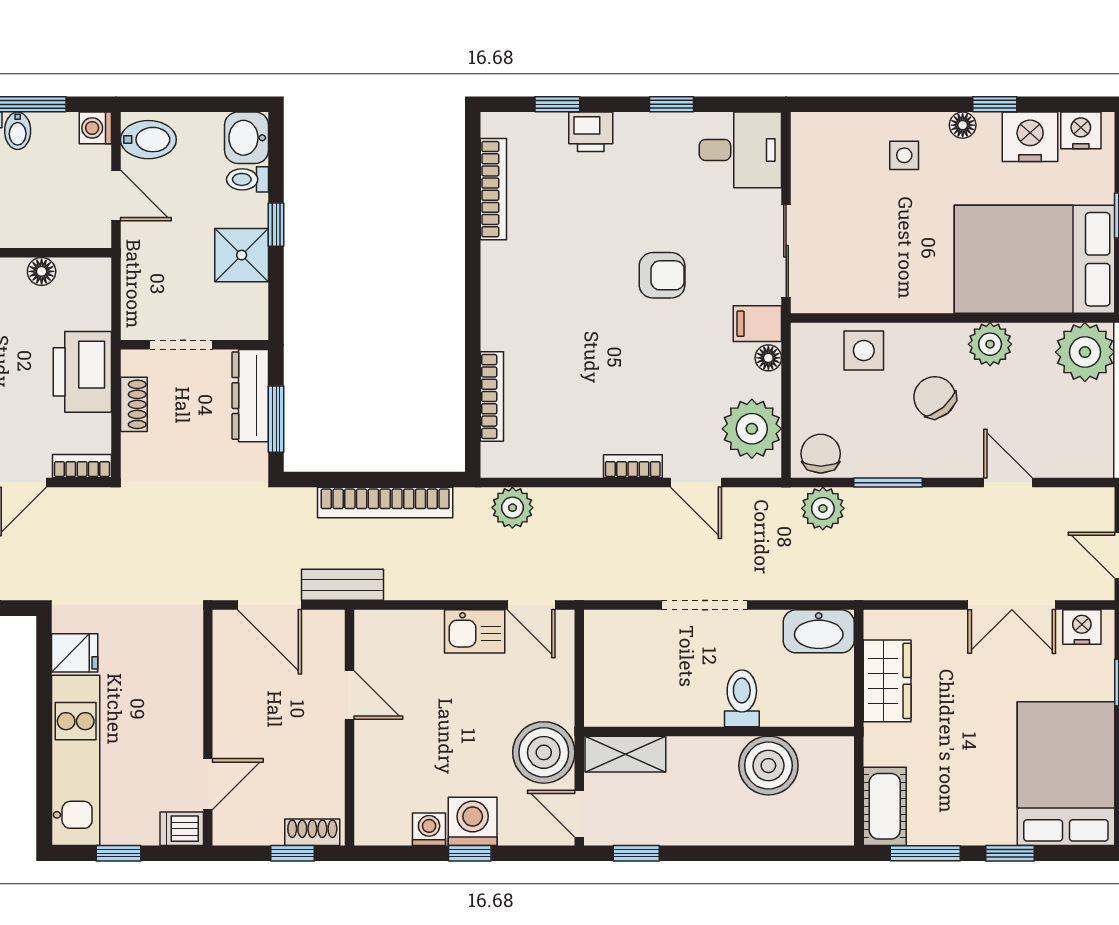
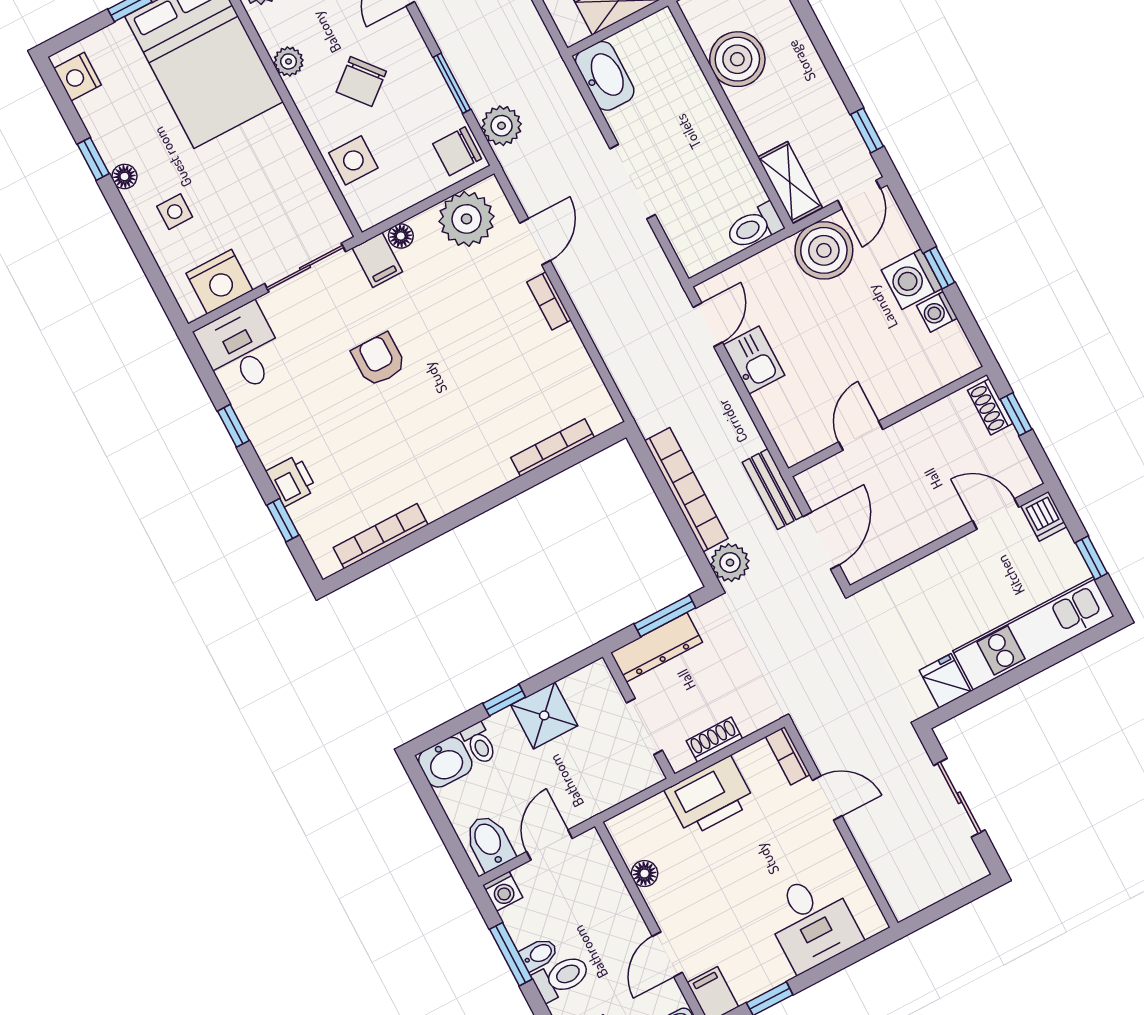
nightstand: (1030, 137) -> (219, 282), moved, turned -90
plant: (990, 344) -> (289, 61), width x0.73, depth x0.73
plant: (512, 508) -> (730, 563), moved
toilet: (742, 698) -> (754, 226), moved

